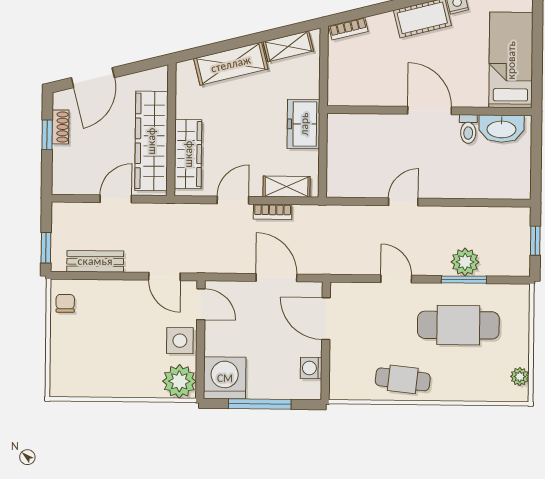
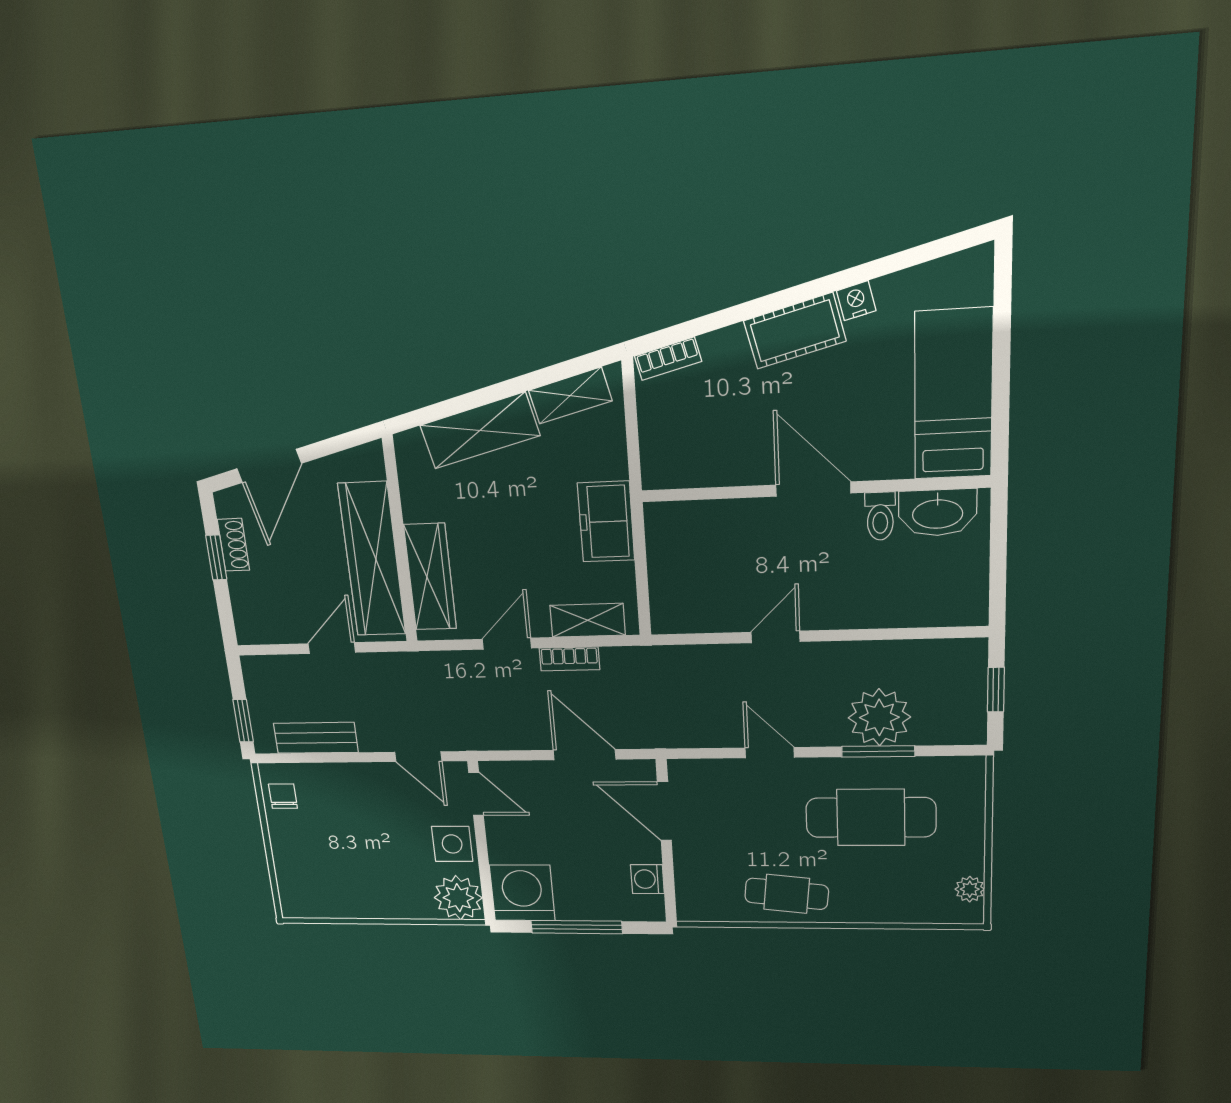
plant: (465, 262) -> (879, 717), width x1.36, depth x1.36

